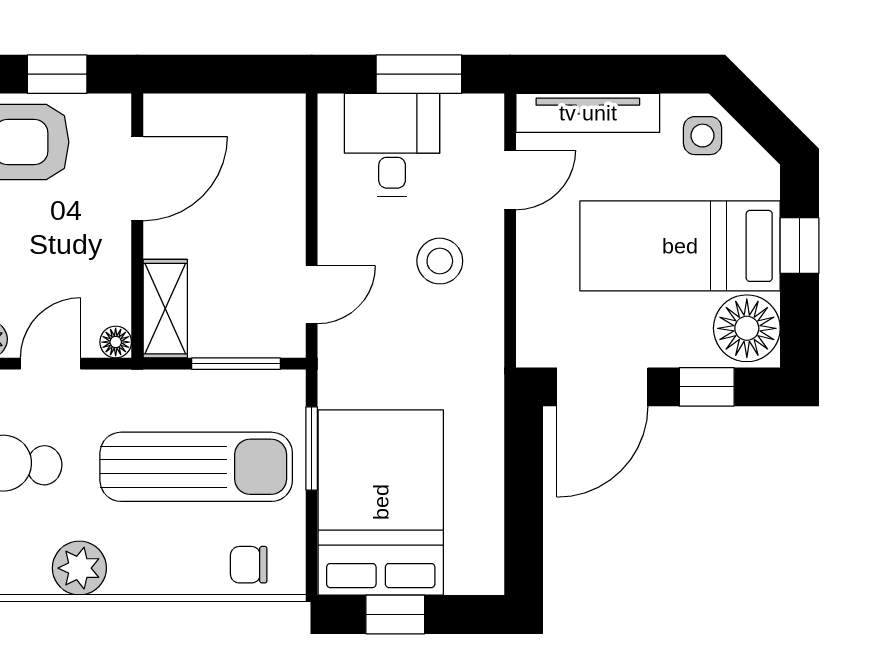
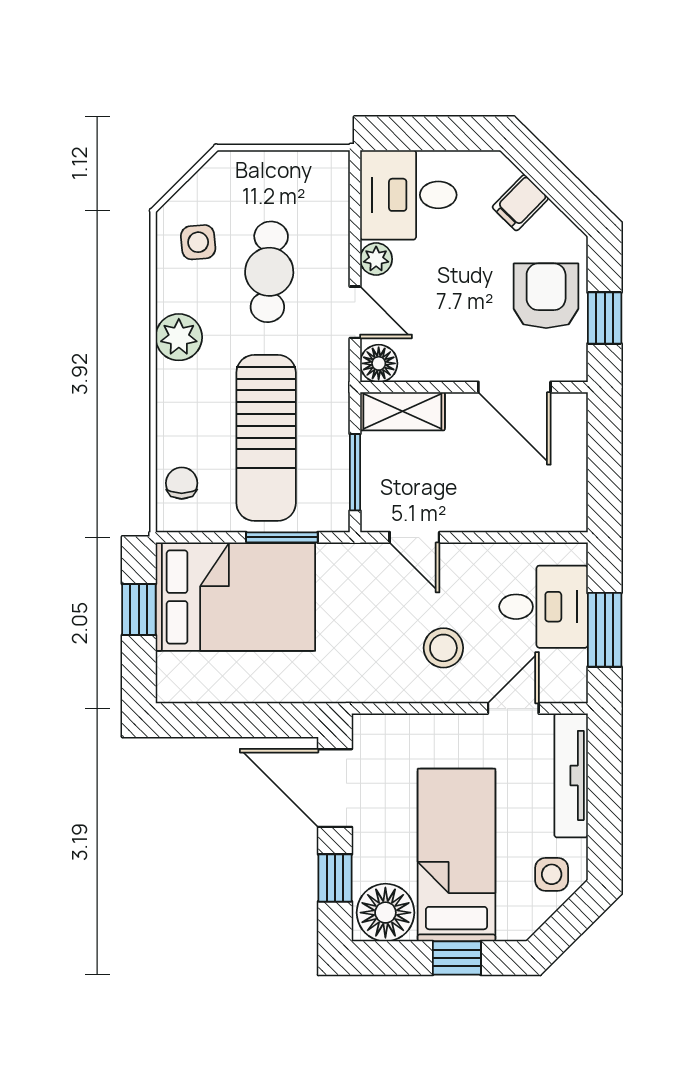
door: (510, 180) -> (513, 708), swing flipped
floor lamp: (116, 342) -> (379, 363), width x1.37, depth x1.37

